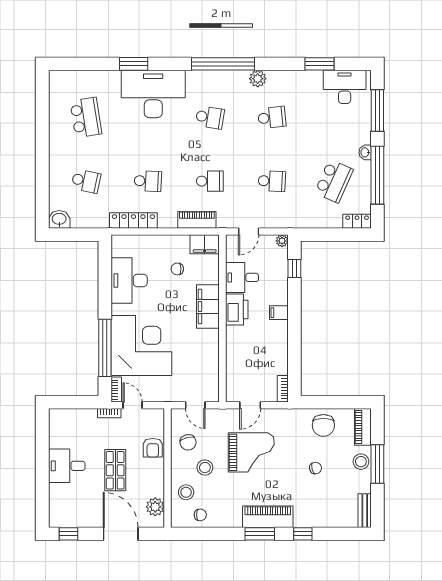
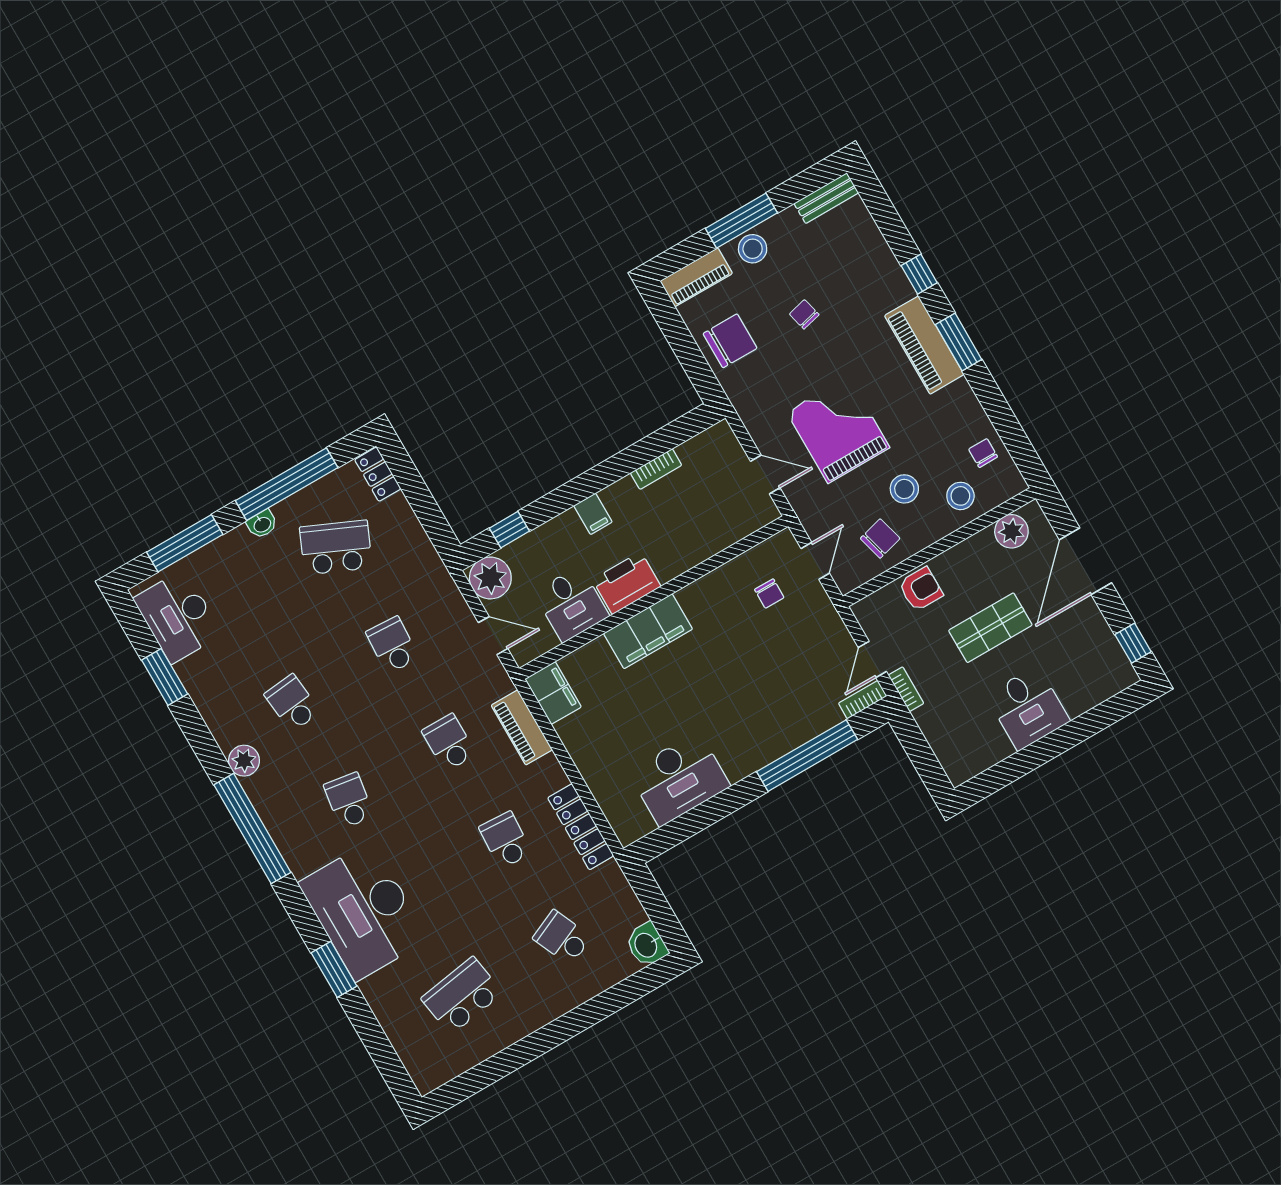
school desk: (86, 181) -> (562, 938), turned -36
plant: (282, 241) -> (490, 578), width x1.88, depth x1.88
chair: (177, 269) -> (769, 594), moved
corner desk: (141, 346) -> (770, 700), removed
bookcase: (283, 389) -> (656, 469), moved

